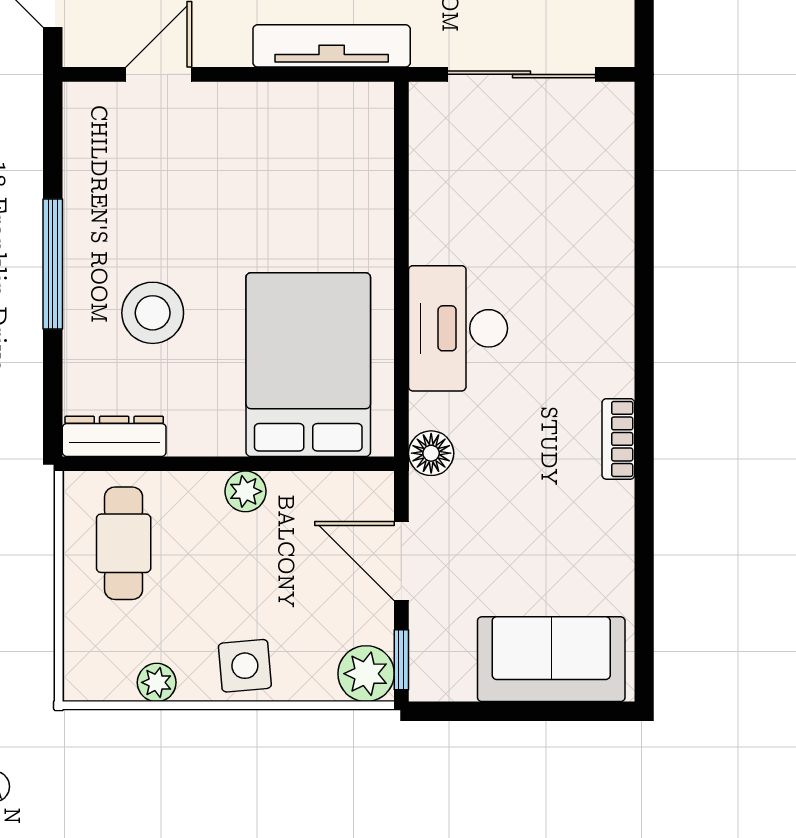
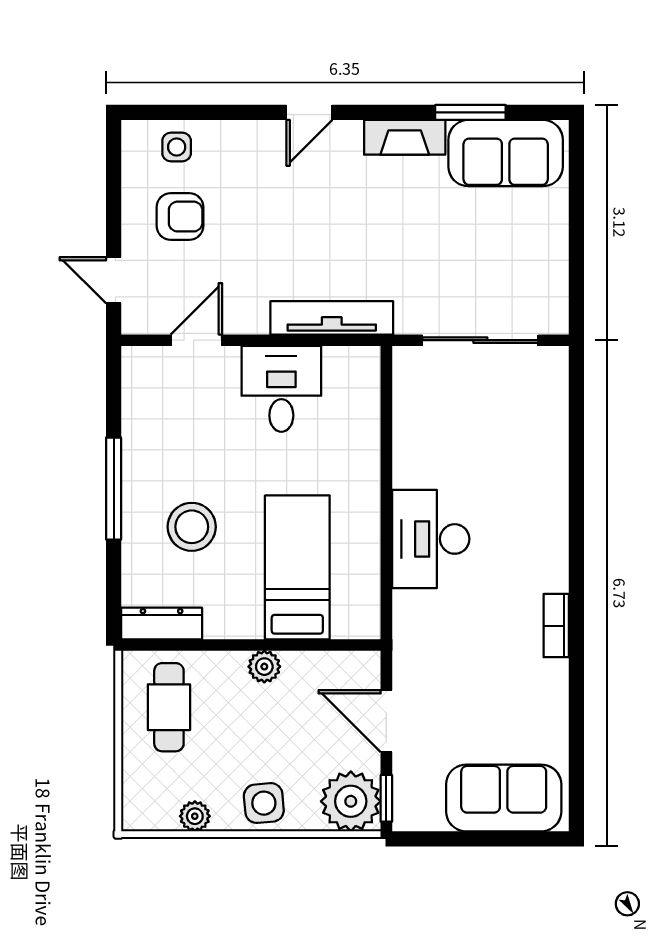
desk: (267, 137) -> (281, 389), added
bed: (308, 365) -> (297, 567), width x0.67
floor lamp: (431, 453) -> (410, 637), removed
plant: (366, 674) -> (351, 801), width x1.36, depth x1.36

